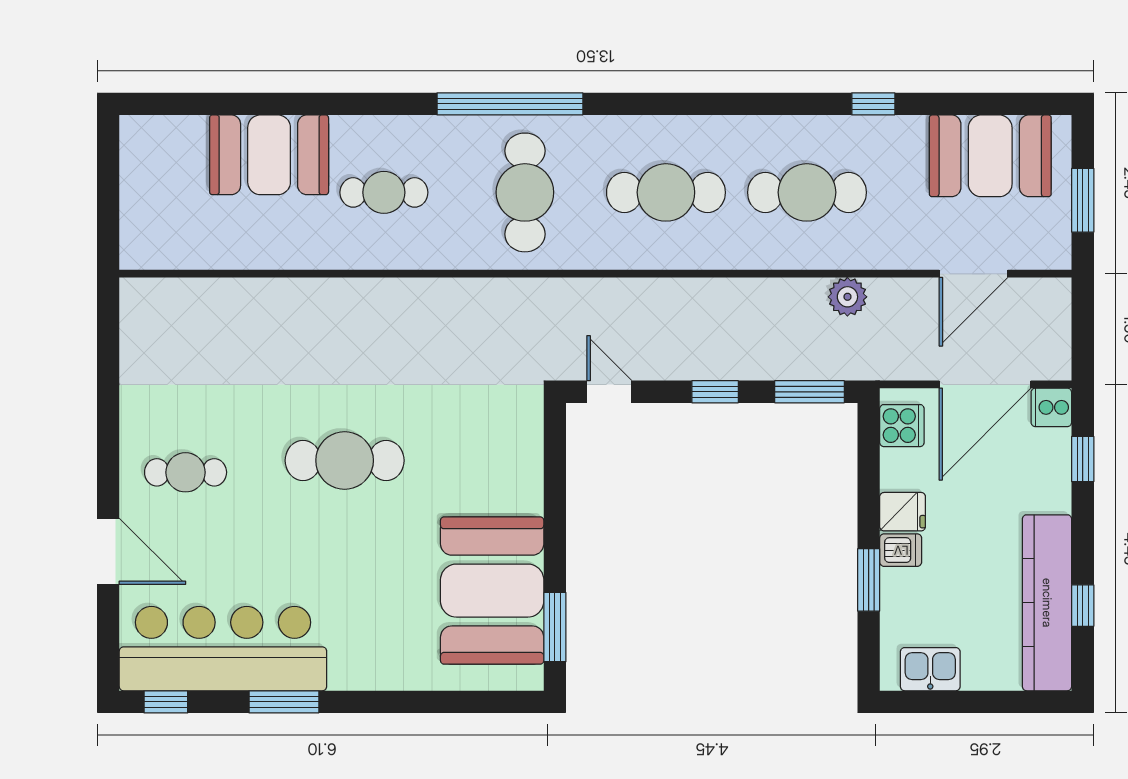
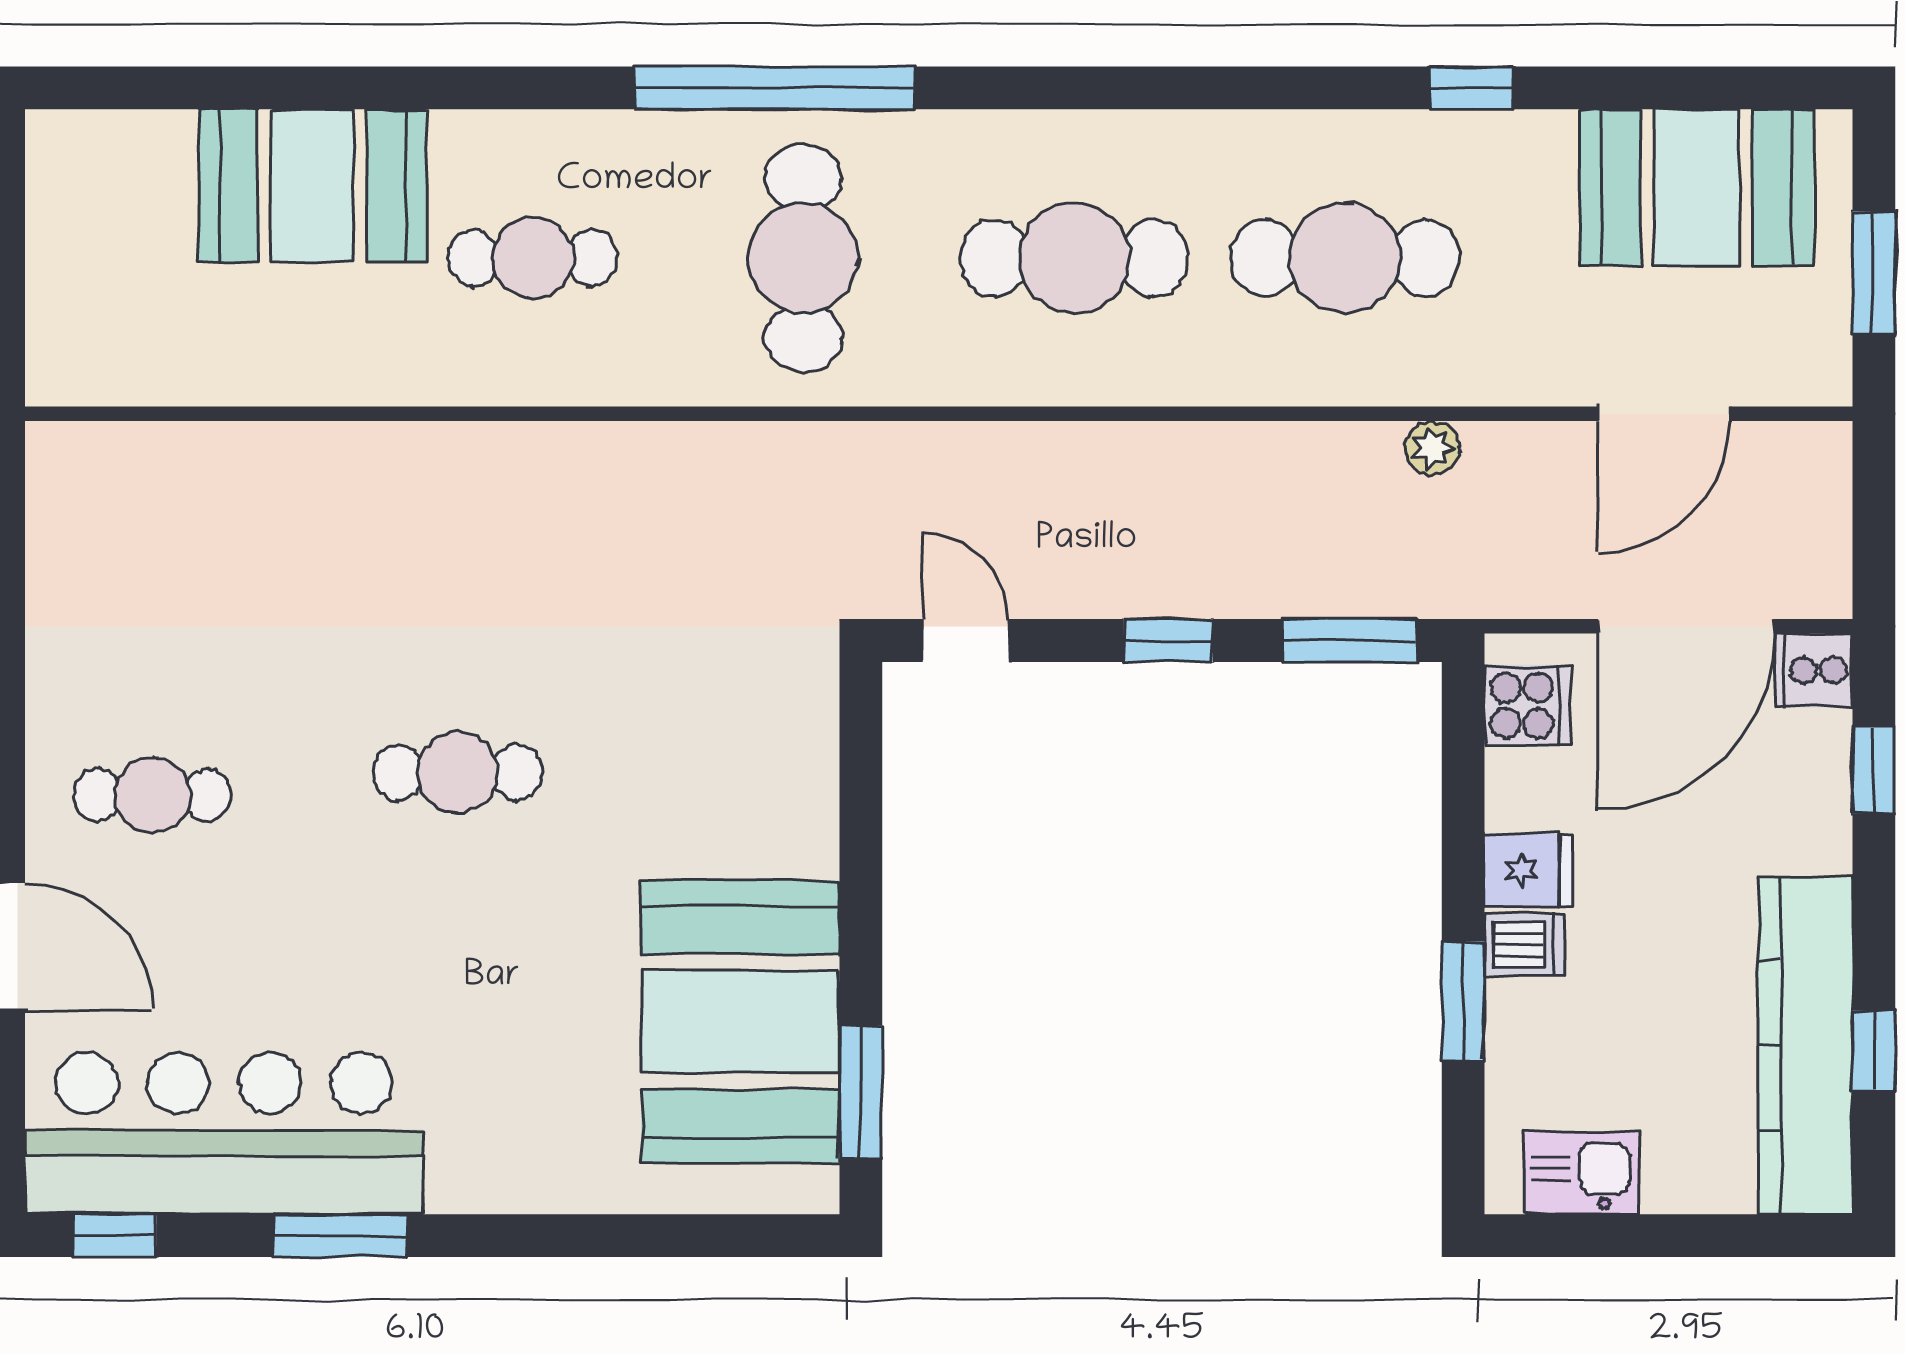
plant: (847, 297) -> (1433, 448), width x0.73, depth x0.73
cafe table: (345, 460) -> (457, 772), width x0.73, depth x0.74

